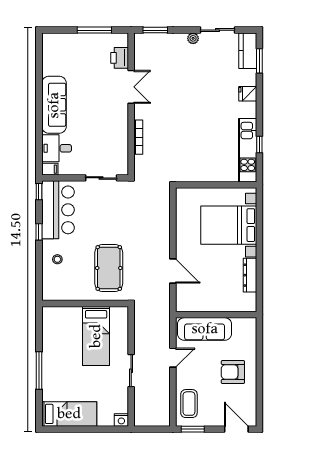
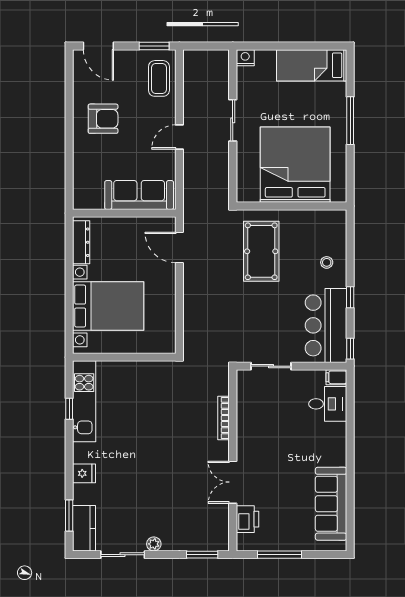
sofa: (54, 105) -> (331, 504), moved
wall: (216, 315) -> (124, 213), moved
sofa: (205, 329) -> (139, 195), moved
bed: (96, 336) -> (295, 165), width x2.04

